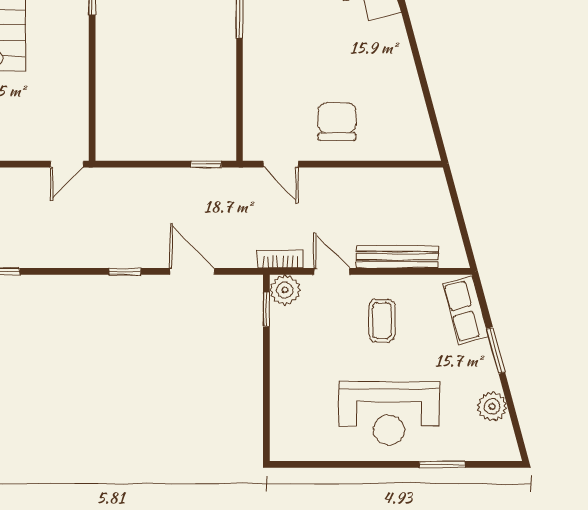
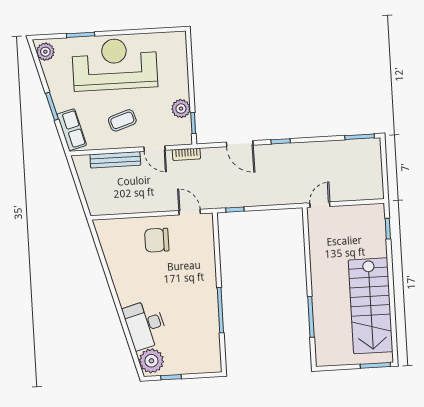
chair: (337, 122) -> (157, 240), turned 90
plant: (285, 290) -> (181, 109), moved
coffee table: (382, 321) -> (122, 120), turned 72
plant: (492, 406) -> (45, 52), moved
reception desk: (389, 413) -> (115, 64), width x1.36, depth x1.30

